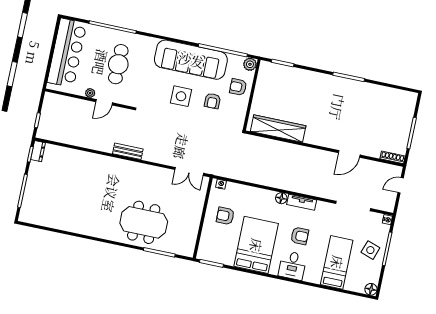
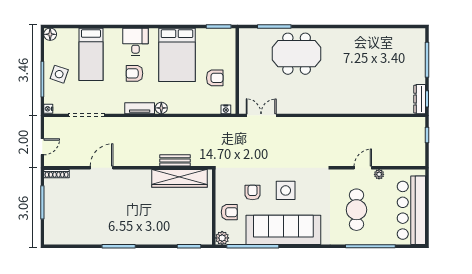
dresser: (38, 151) -> (420, 99), width x1.44
bench: (128, 151) -> (175, 160), moved

